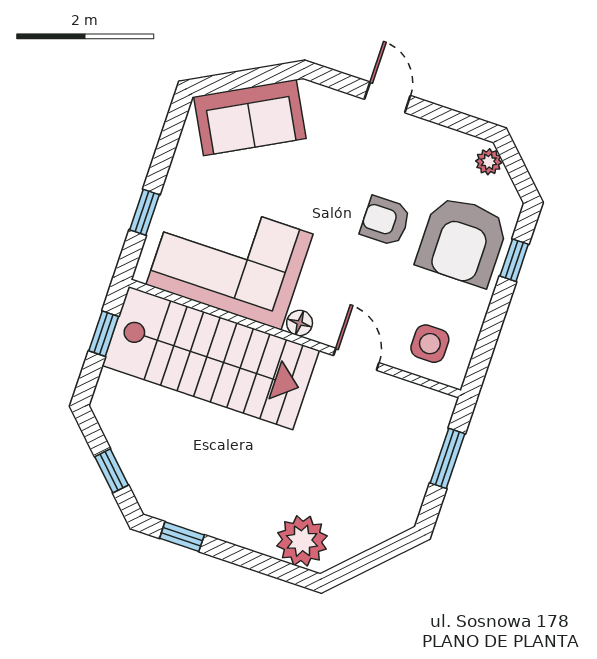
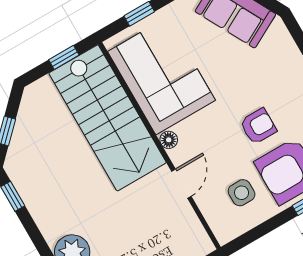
armchair: (385, 221) -> (258, 126), turned 90
side table: (430, 344) -> (242, 193), moved

